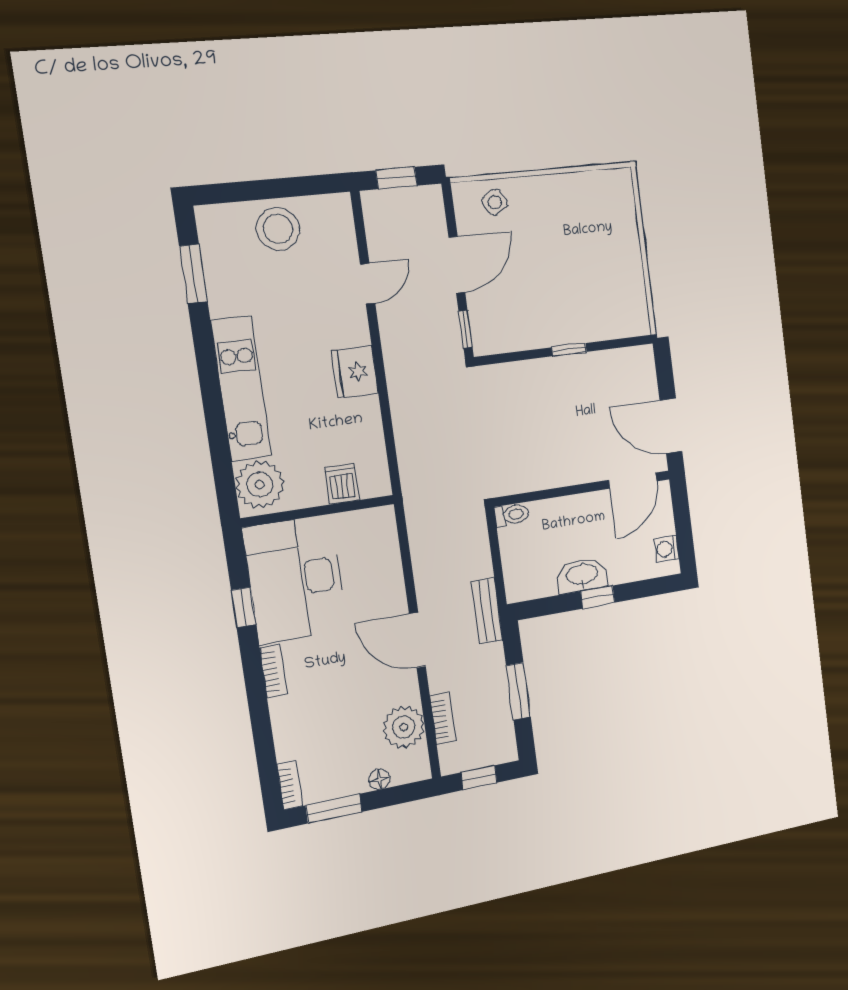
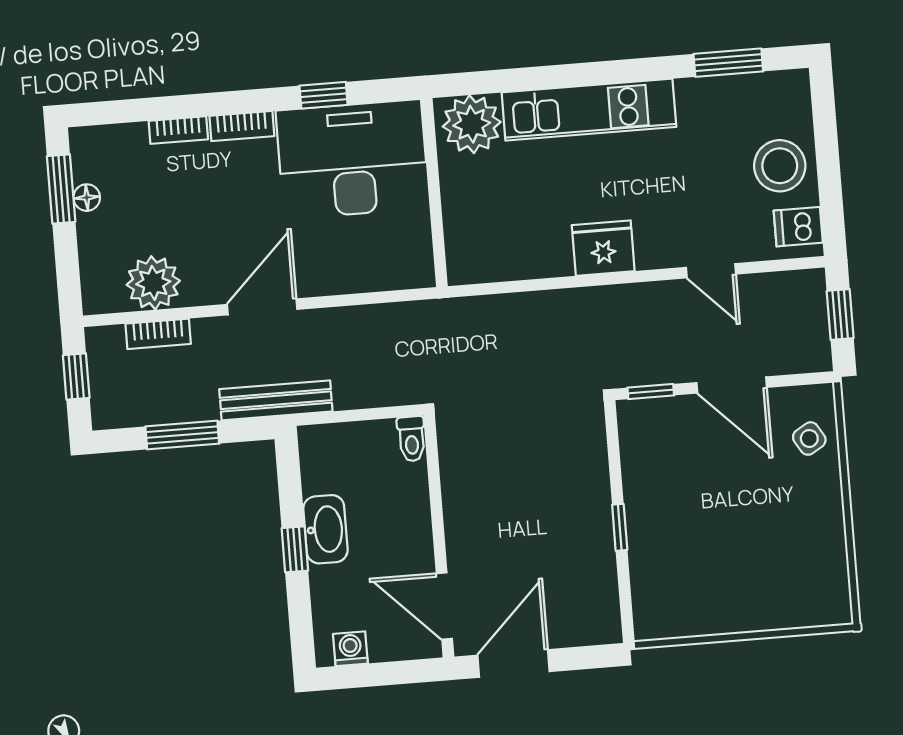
dishwasher: (342, 484) -> (798, 227), moved, turned 180
bench: (487, 611) -> (276, 400), width x1.36
floor lamp: (379, 779) -> (87, 198), moved
bookcase: (290, 785) -> (178, 130), moved

